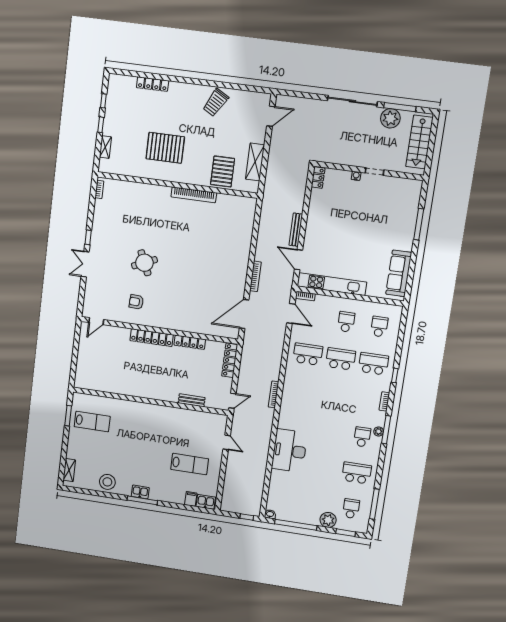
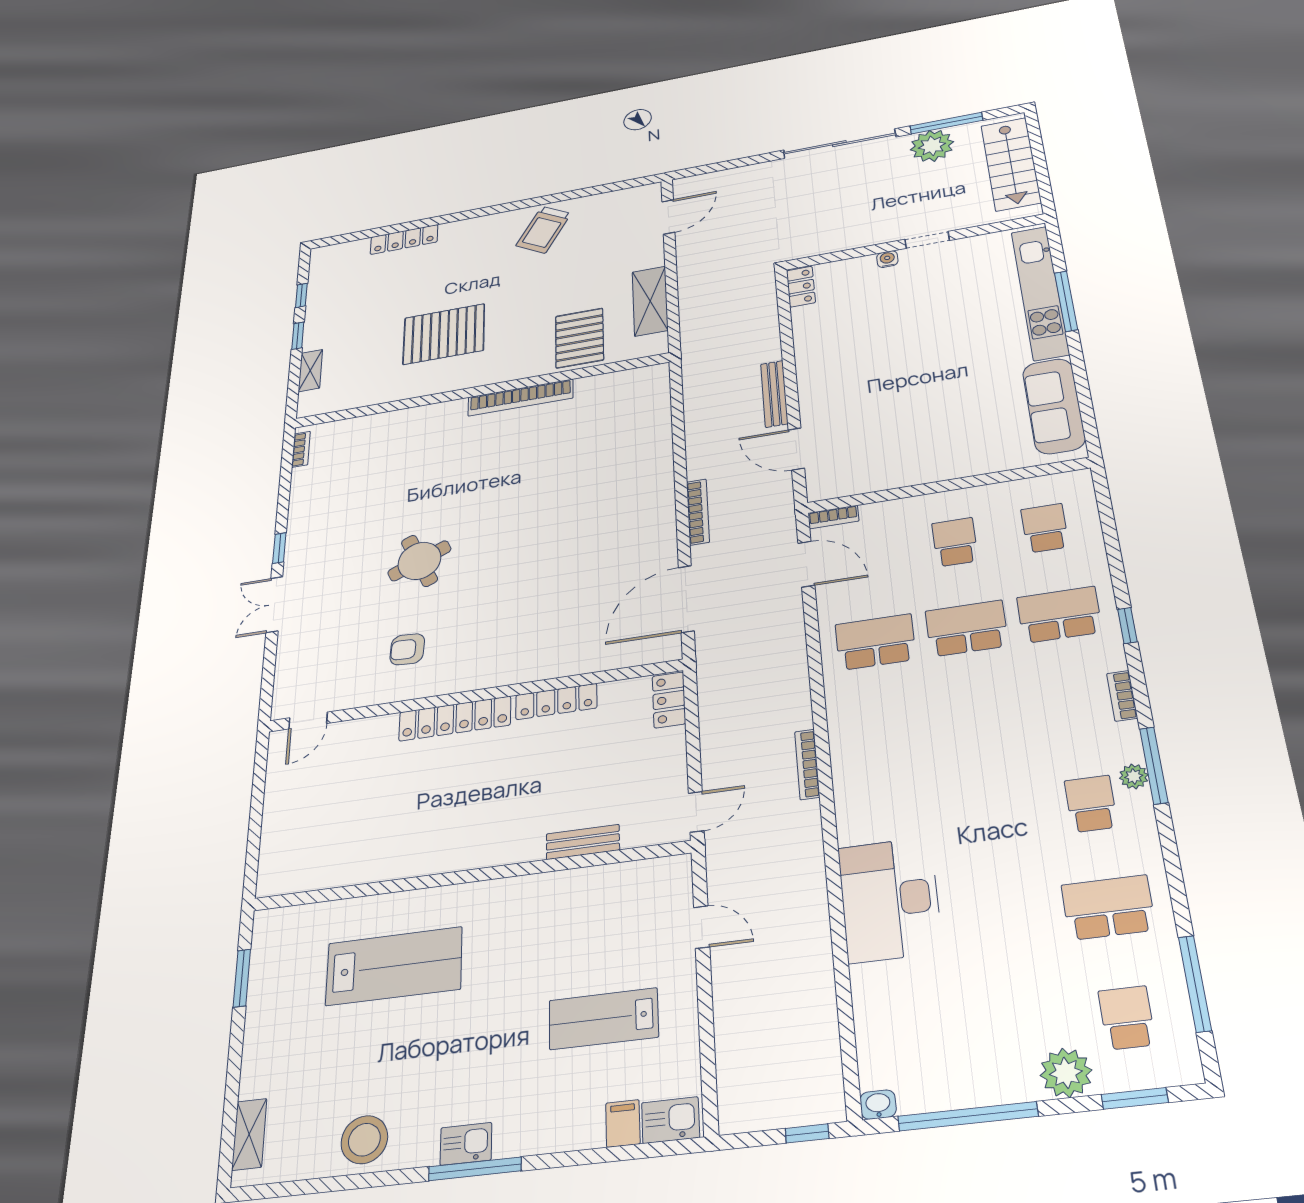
kitchen unit: (332, 284) -> (1040, 293), moved, turned -90
locker: (230, 360) -> (669, 700), width x0.66
lab bench: (92, 422) -> (394, 966), moved, width x1.36, depth x1.39
lab bench: (190, 464) -> (603, 1019), turned 180

